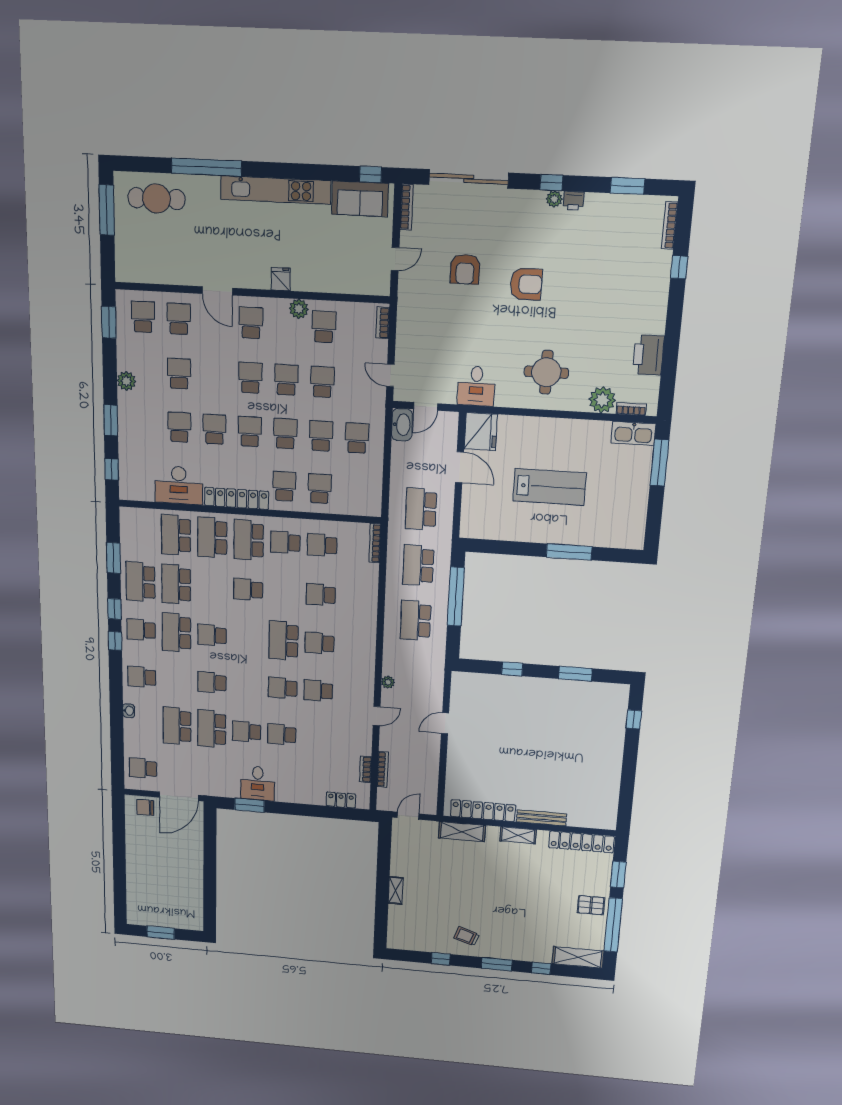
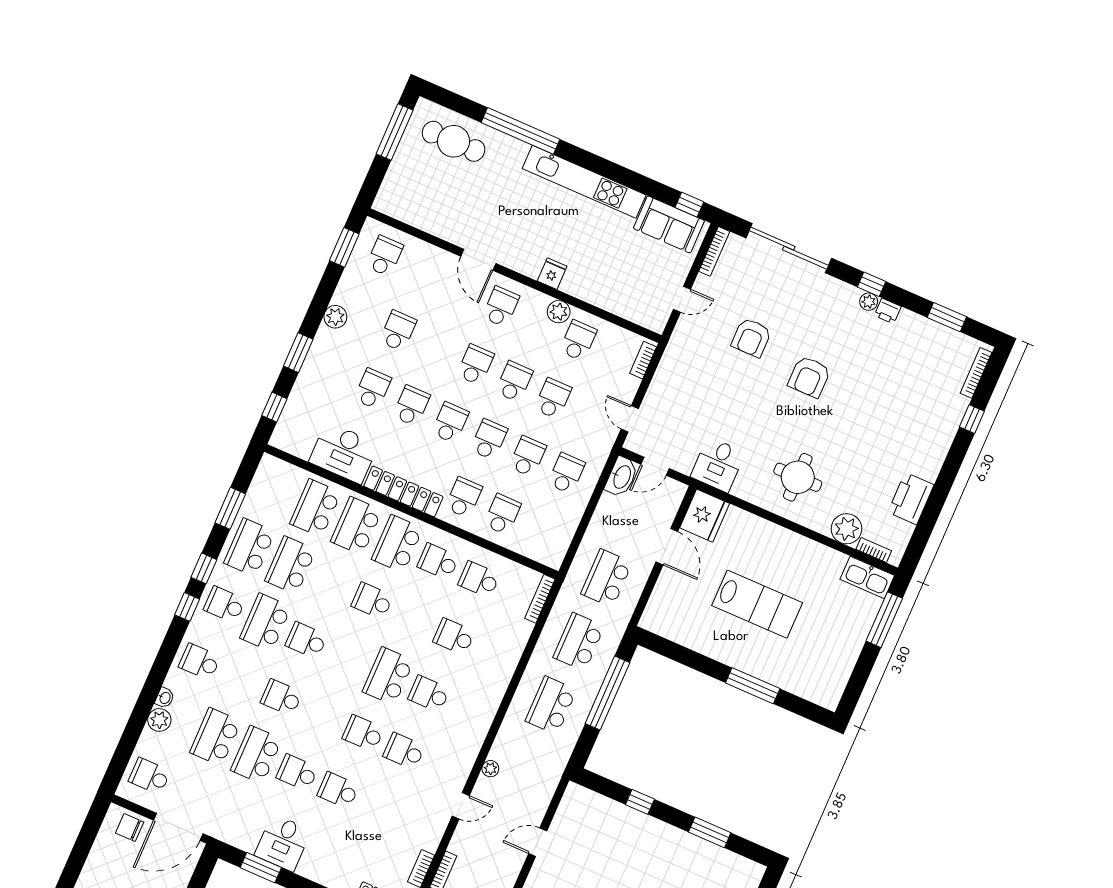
armchair: (526, 284) -> (809, 377), turned 90
school desk: (179, 319) -> (423, 273), removed
plant: (132, 727) -> (159, 720), added

